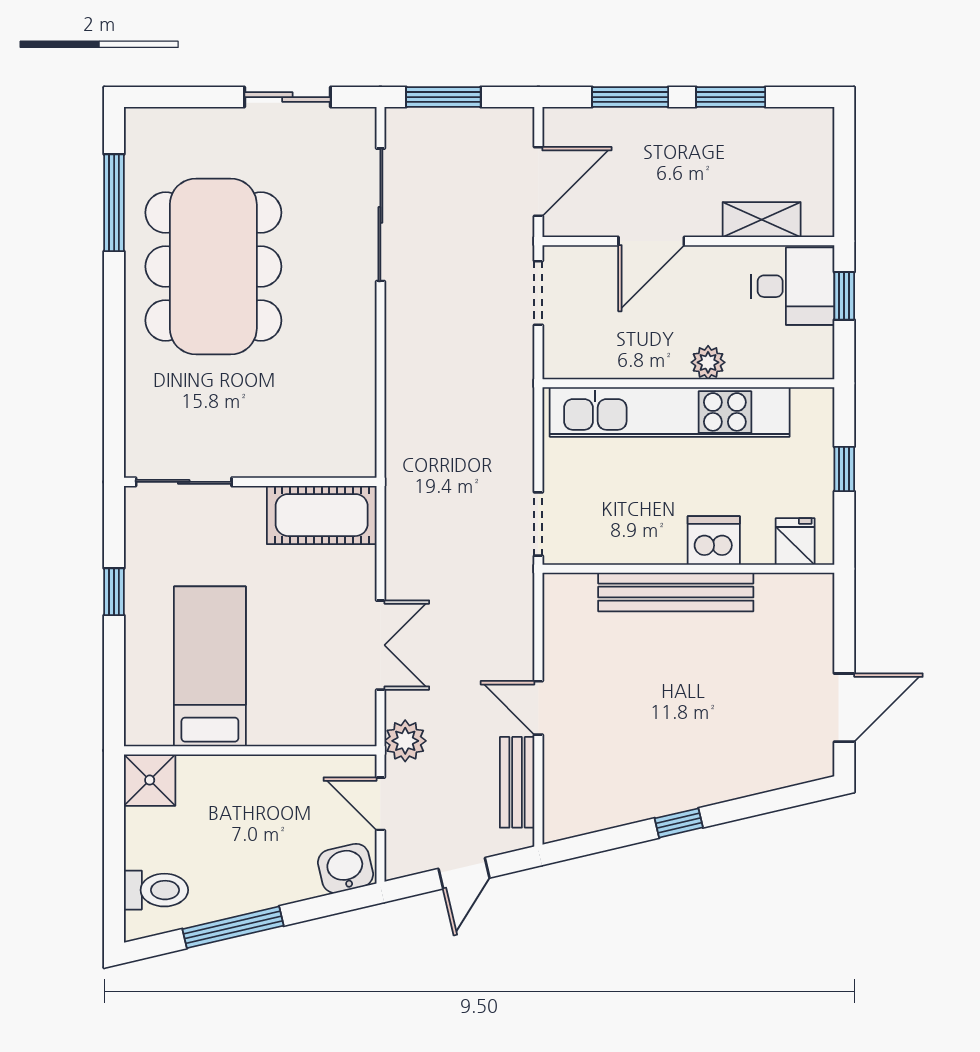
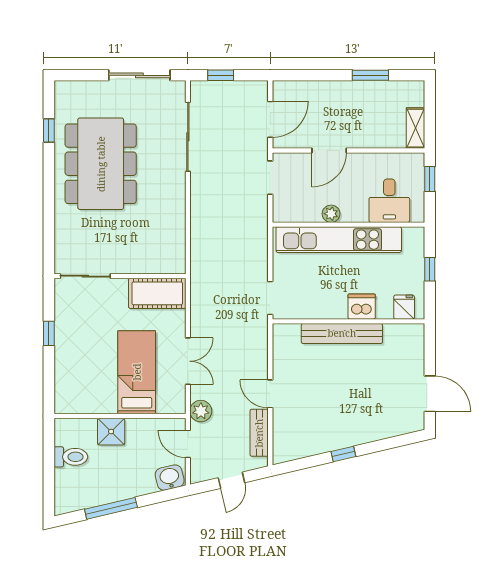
sliding door: (287, 97) -> (139, 75), width x1.37
window: (443, 97) -> (221, 75), width x0.67
window: (630, 97) -> (318, 75), removed
window: (114, 203) -> (49, 130), width x0.46
shelving: (762, 220) -> (415, 128), moved, turned 90
desk: (793, 286) -> (389, 201), moved, turned 90
plant: (708, 362) -> (331, 214), moved
bed: (210, 666) -> (137, 372), moved
door: (844, 708) -> (430, 394), hinge flipped
shower: (150, 780) -> (111, 432), moved
toilet: (156, 890) -> (71, 457), moved

